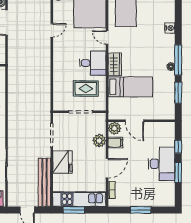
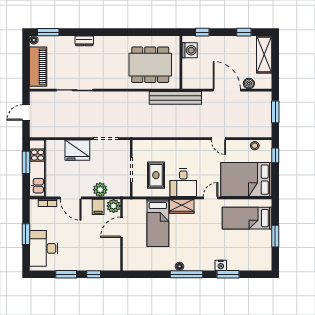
window: (178, 93) -> (228, 274), moved
desk: (162, 164) -> (44, 248), moved, turned 90
bench: (44, 182) -> (175, 98), moved

